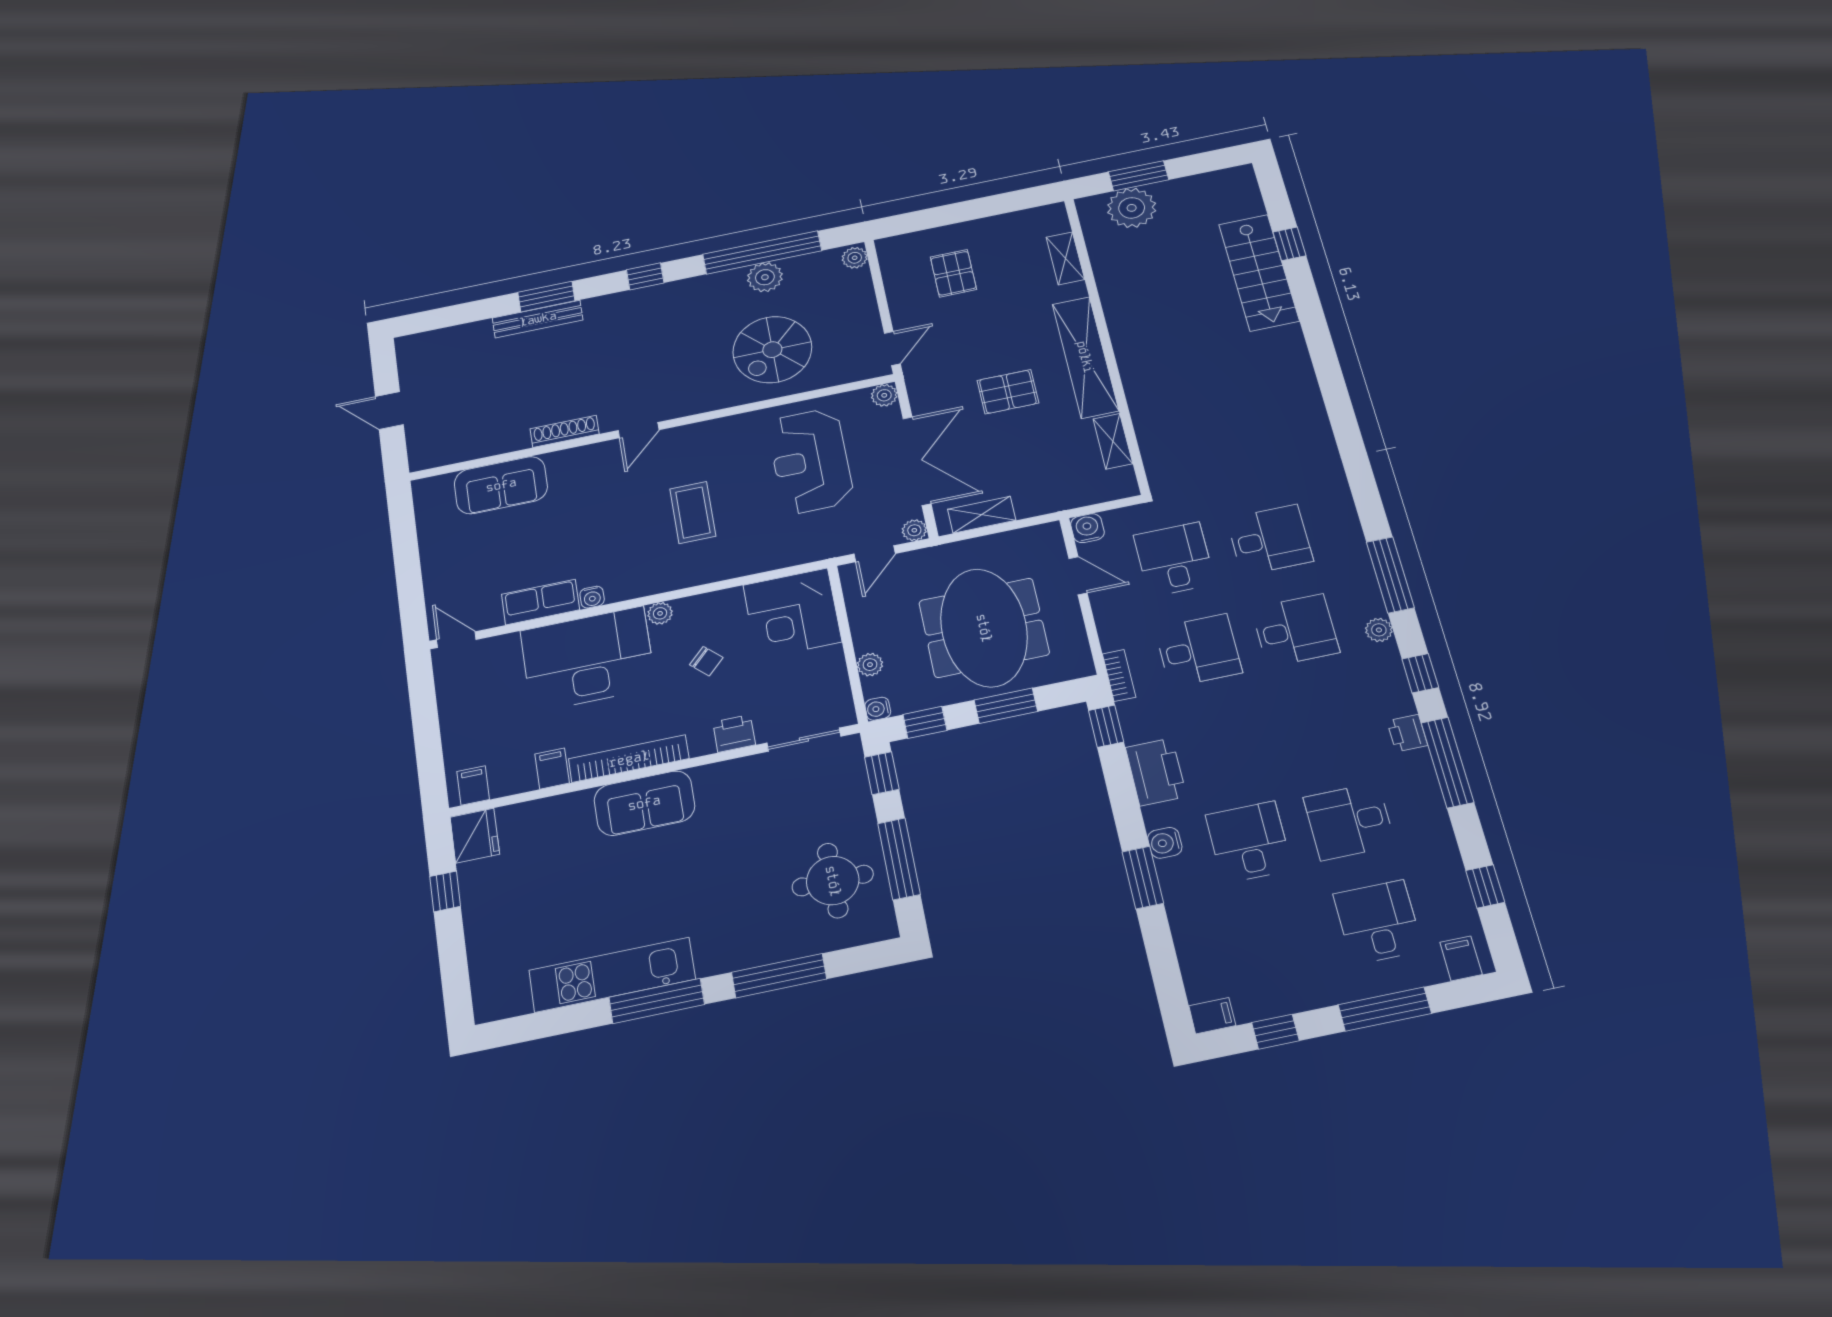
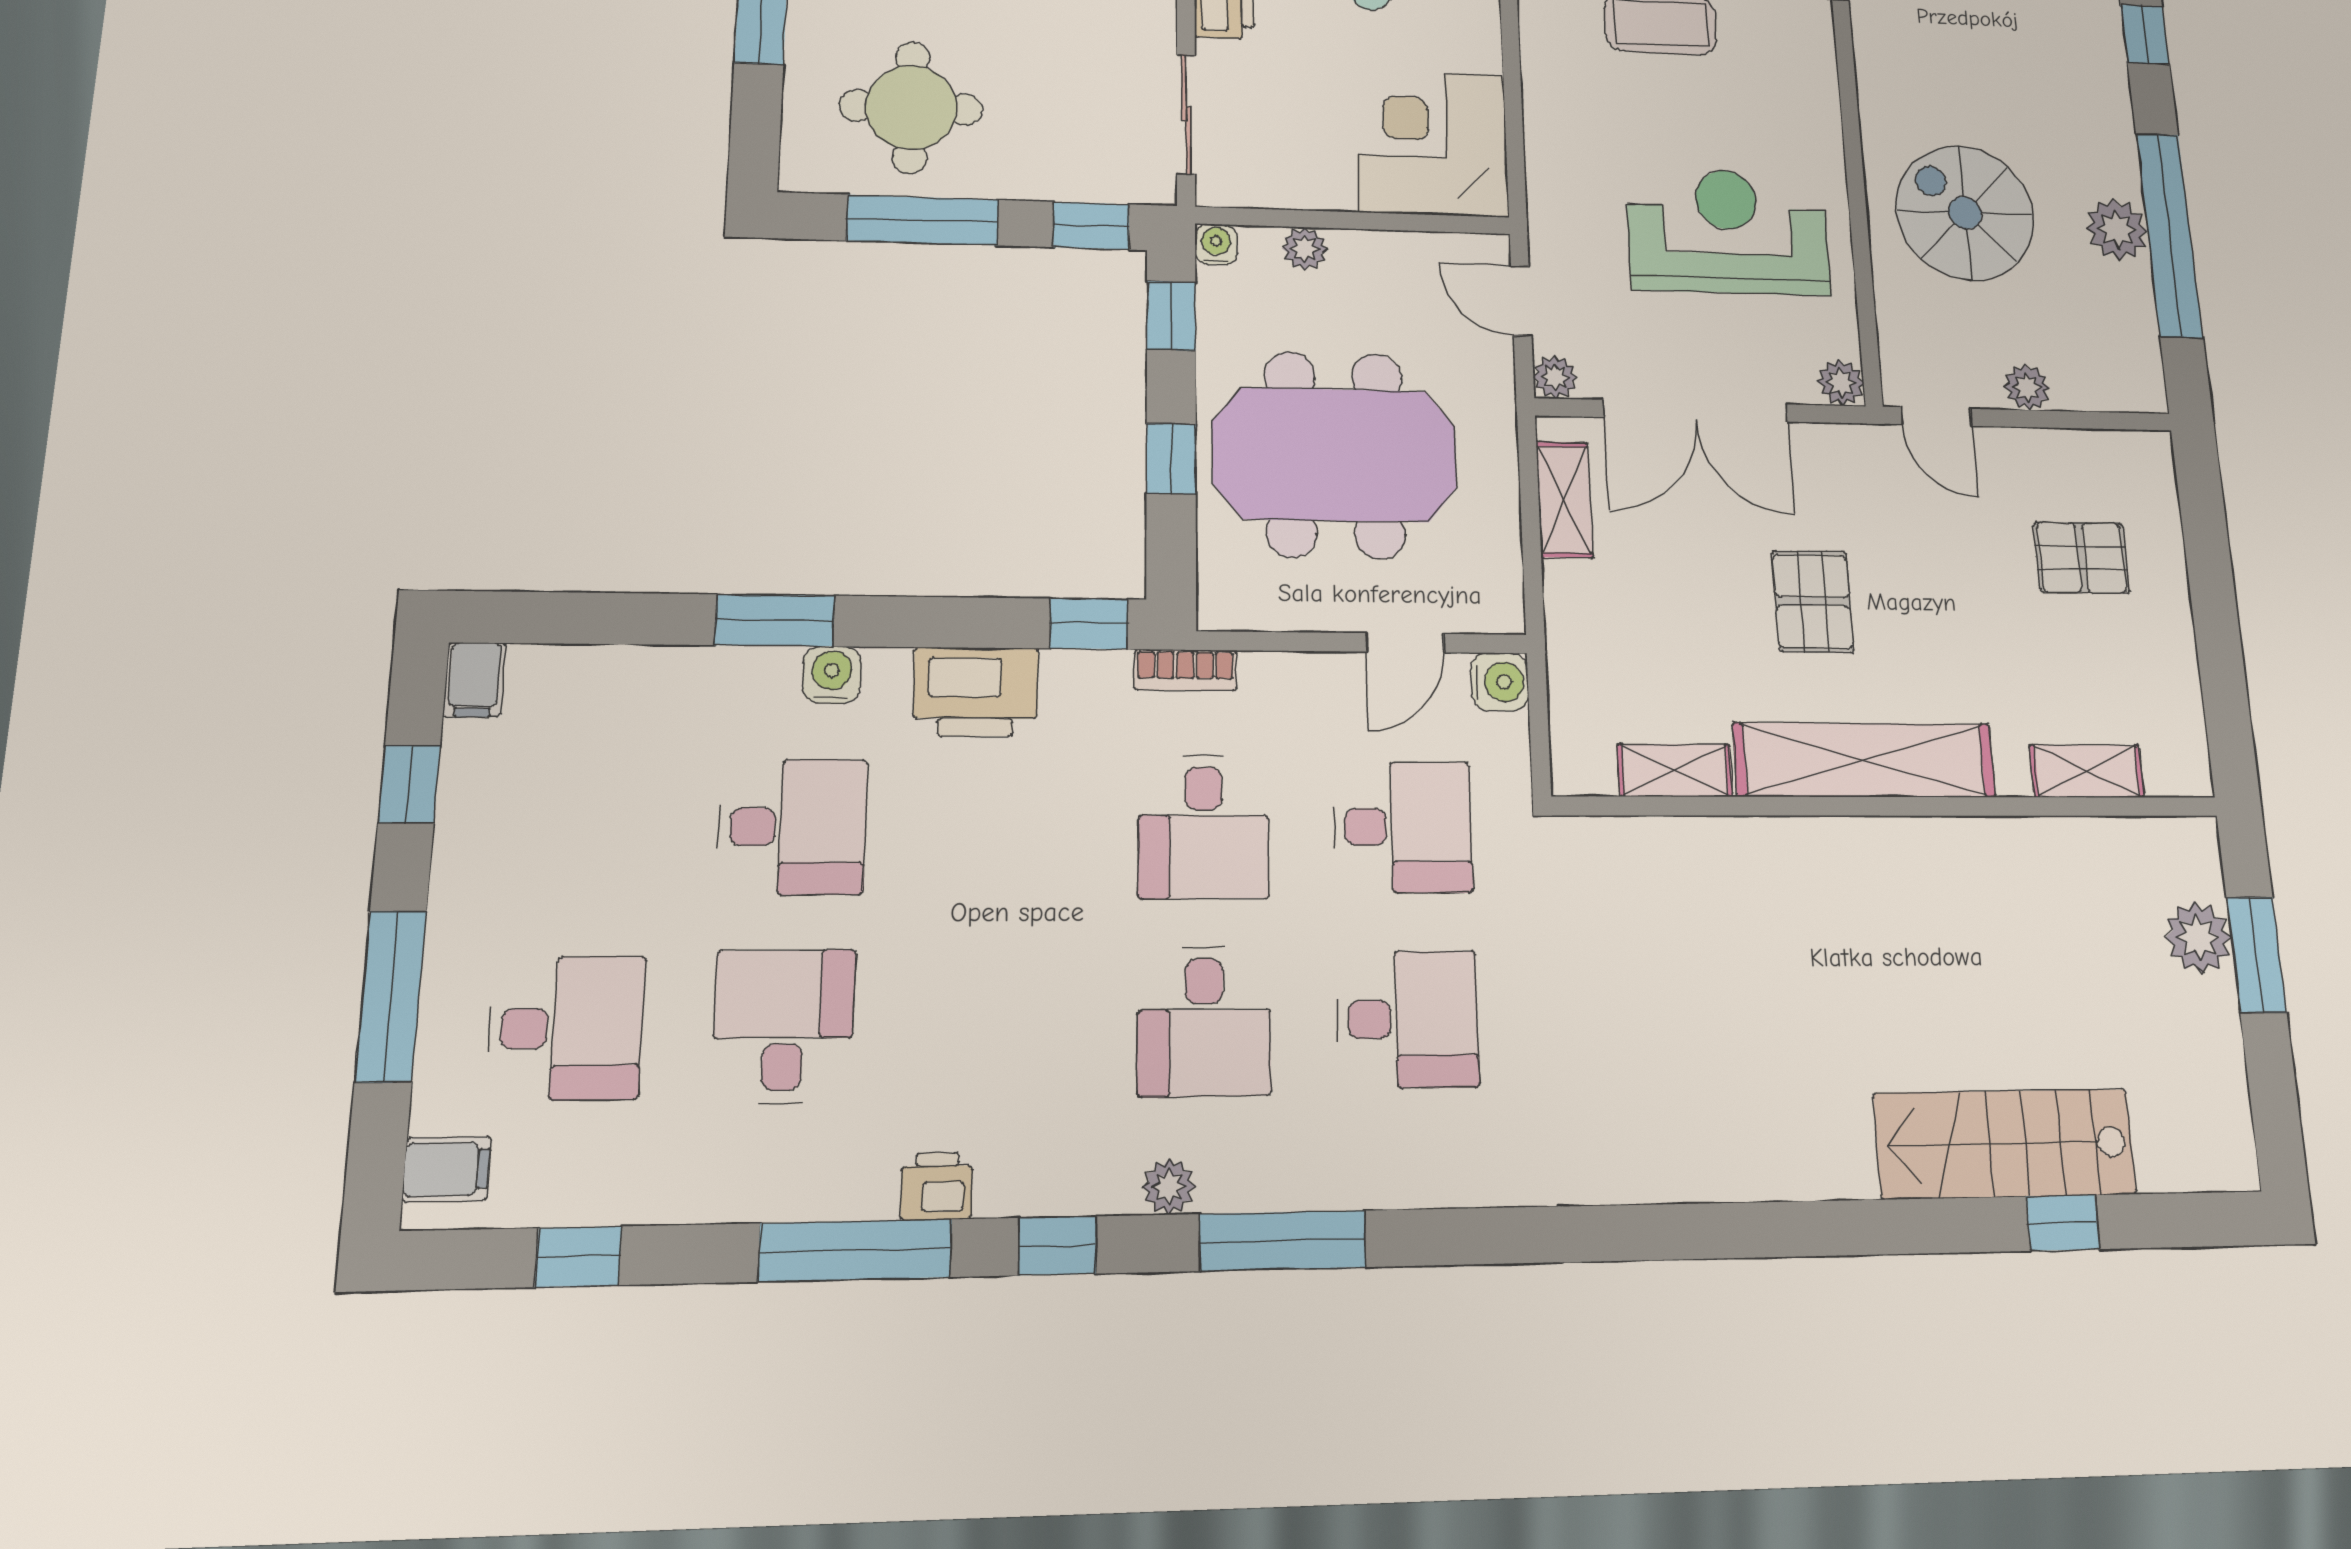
plant: (1132, 208) -> (2198, 937), width x0.73, depth x0.73
plant: (855, 258) -> (2027, 387), moved
desk: (1270, 540) -> (1408, 1019), turned -90
window: (1006, 706) -> (1171, 459), width x0.67

